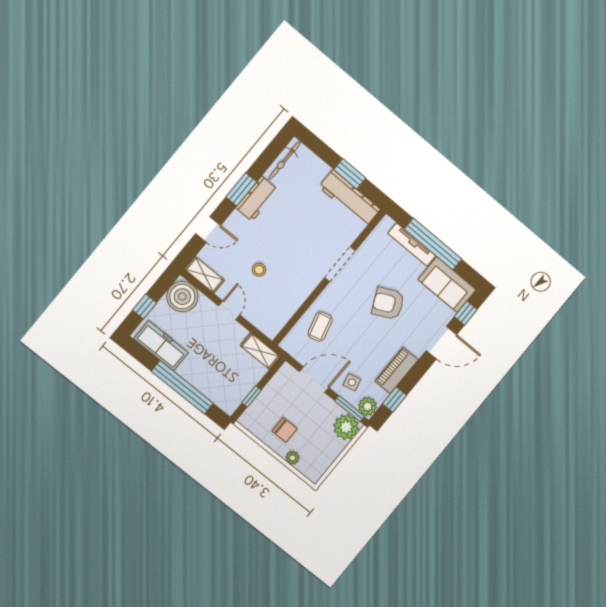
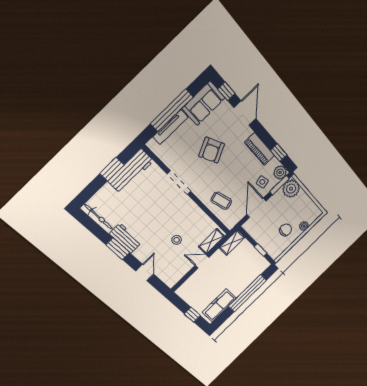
shelving: (205, 275) -> (211, 241), moved
boiler: (182, 297) -> (189, 291), removed

